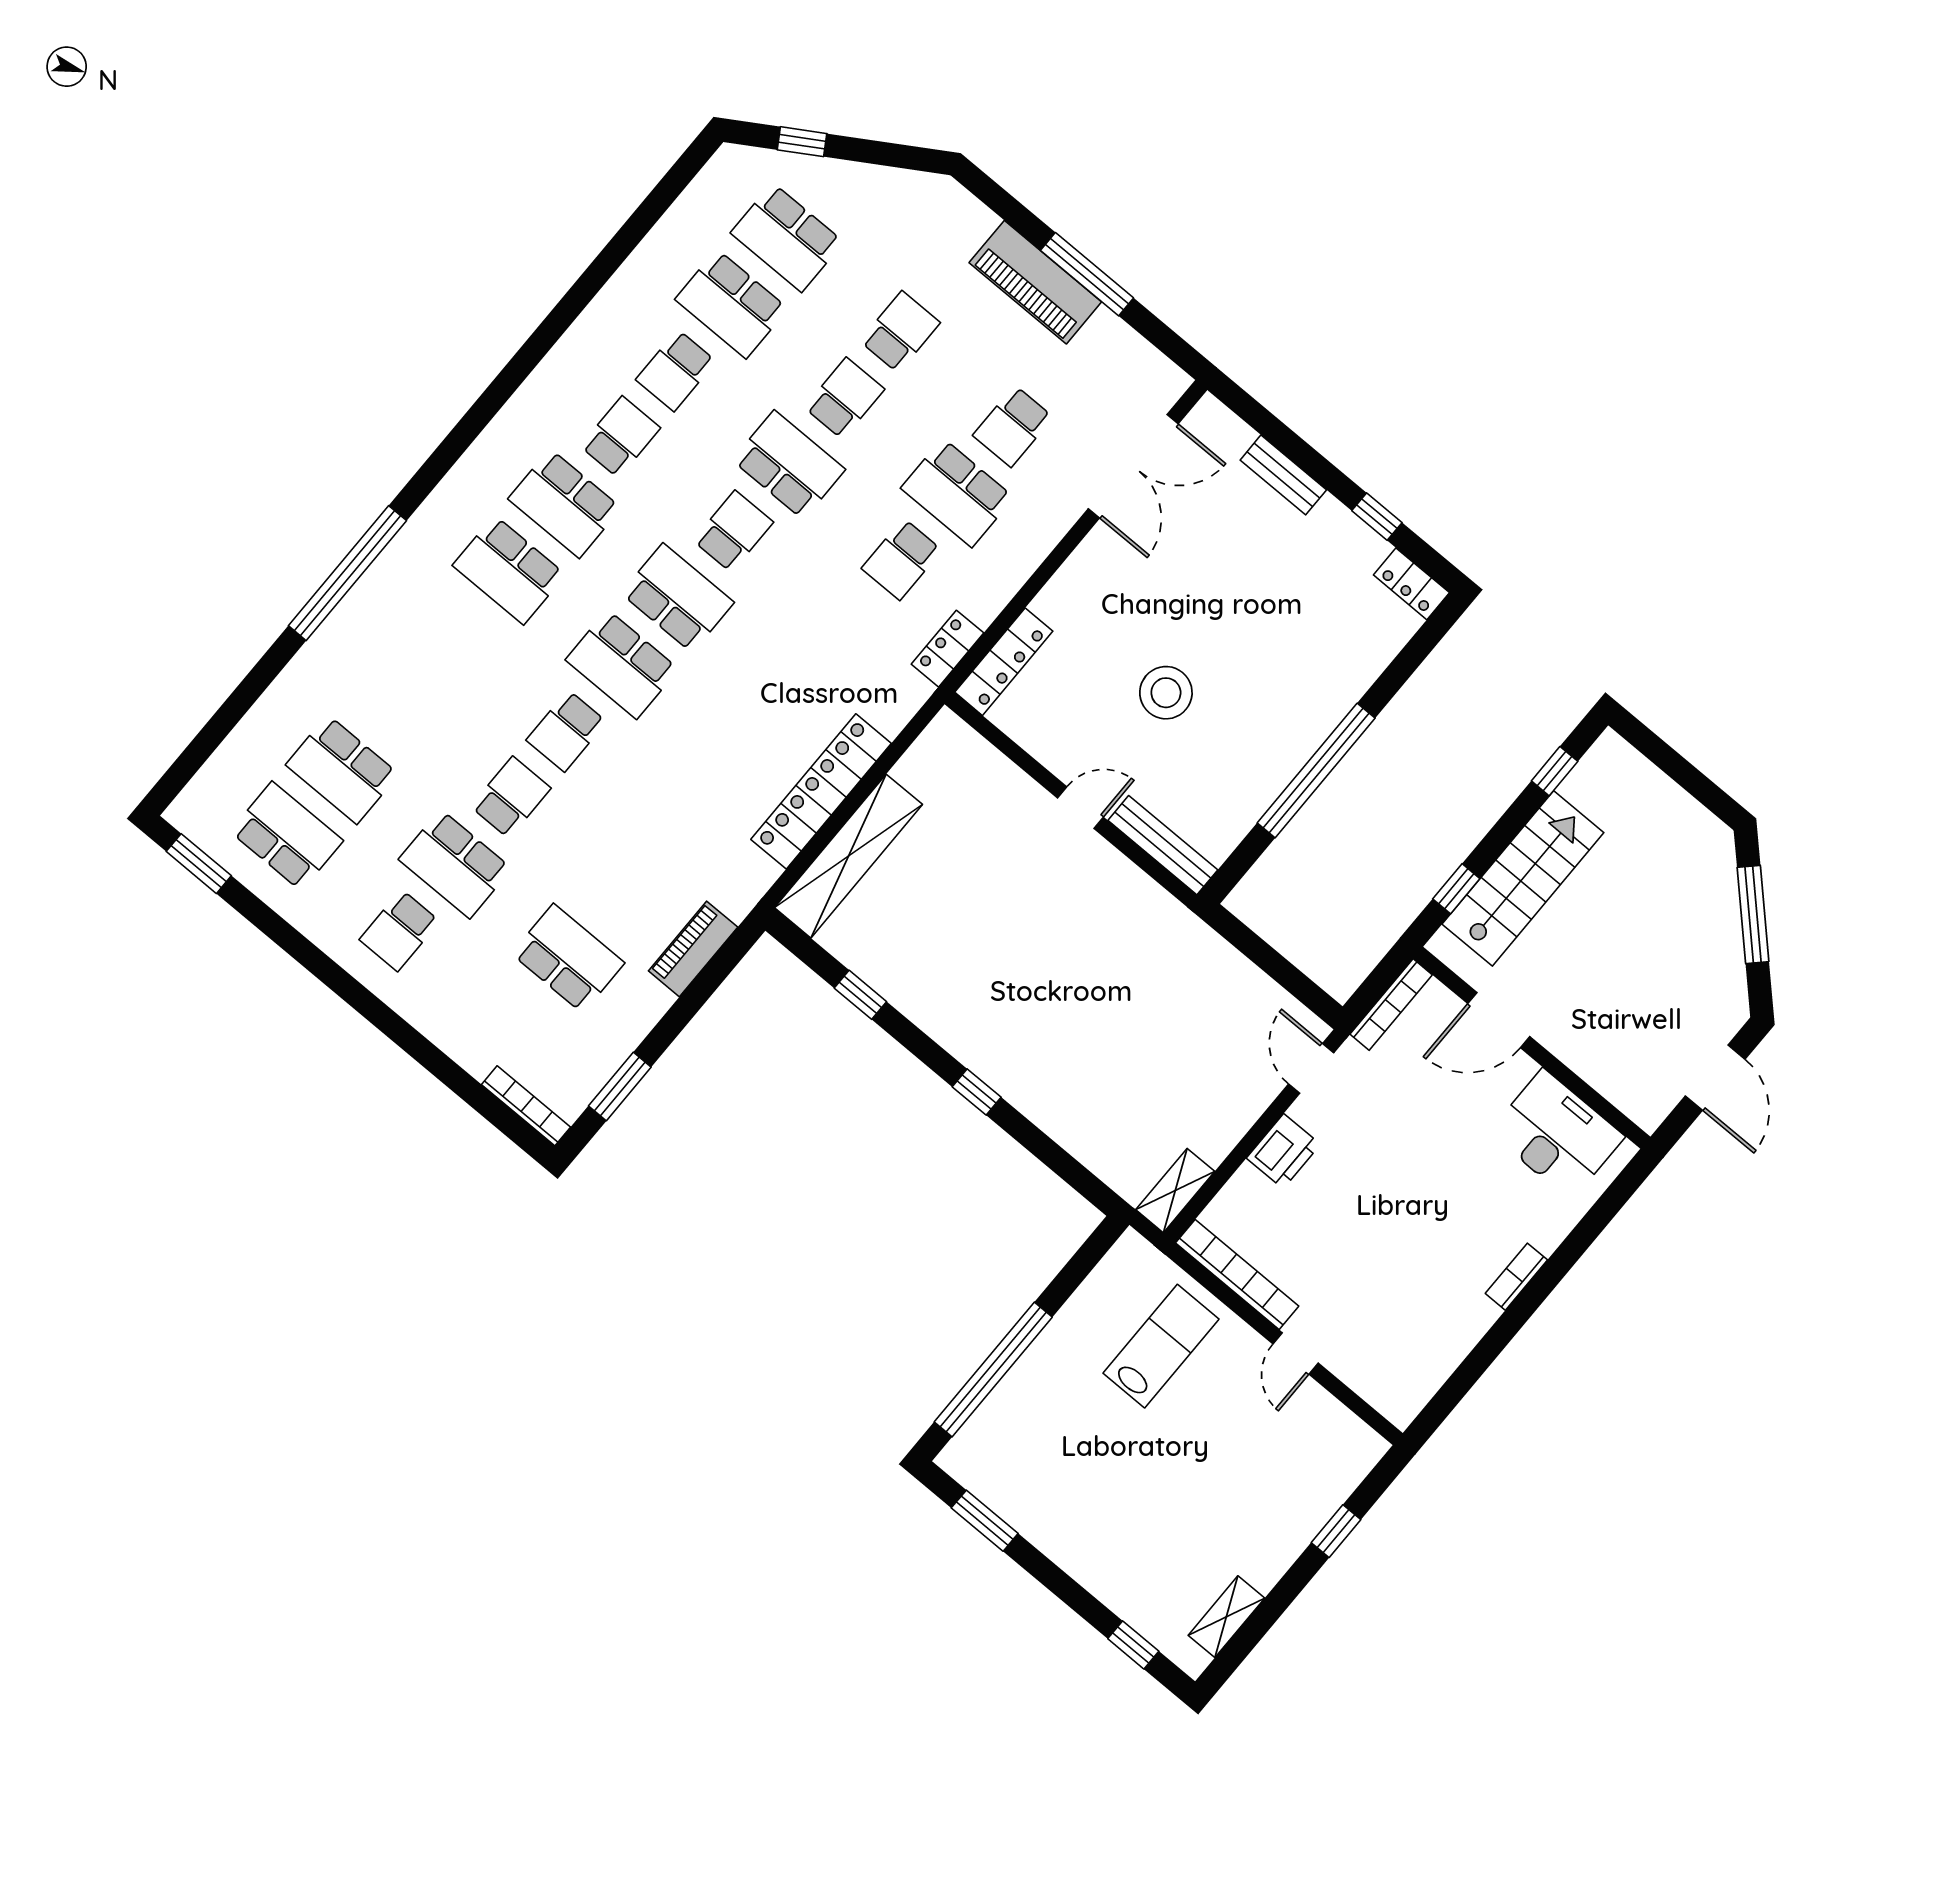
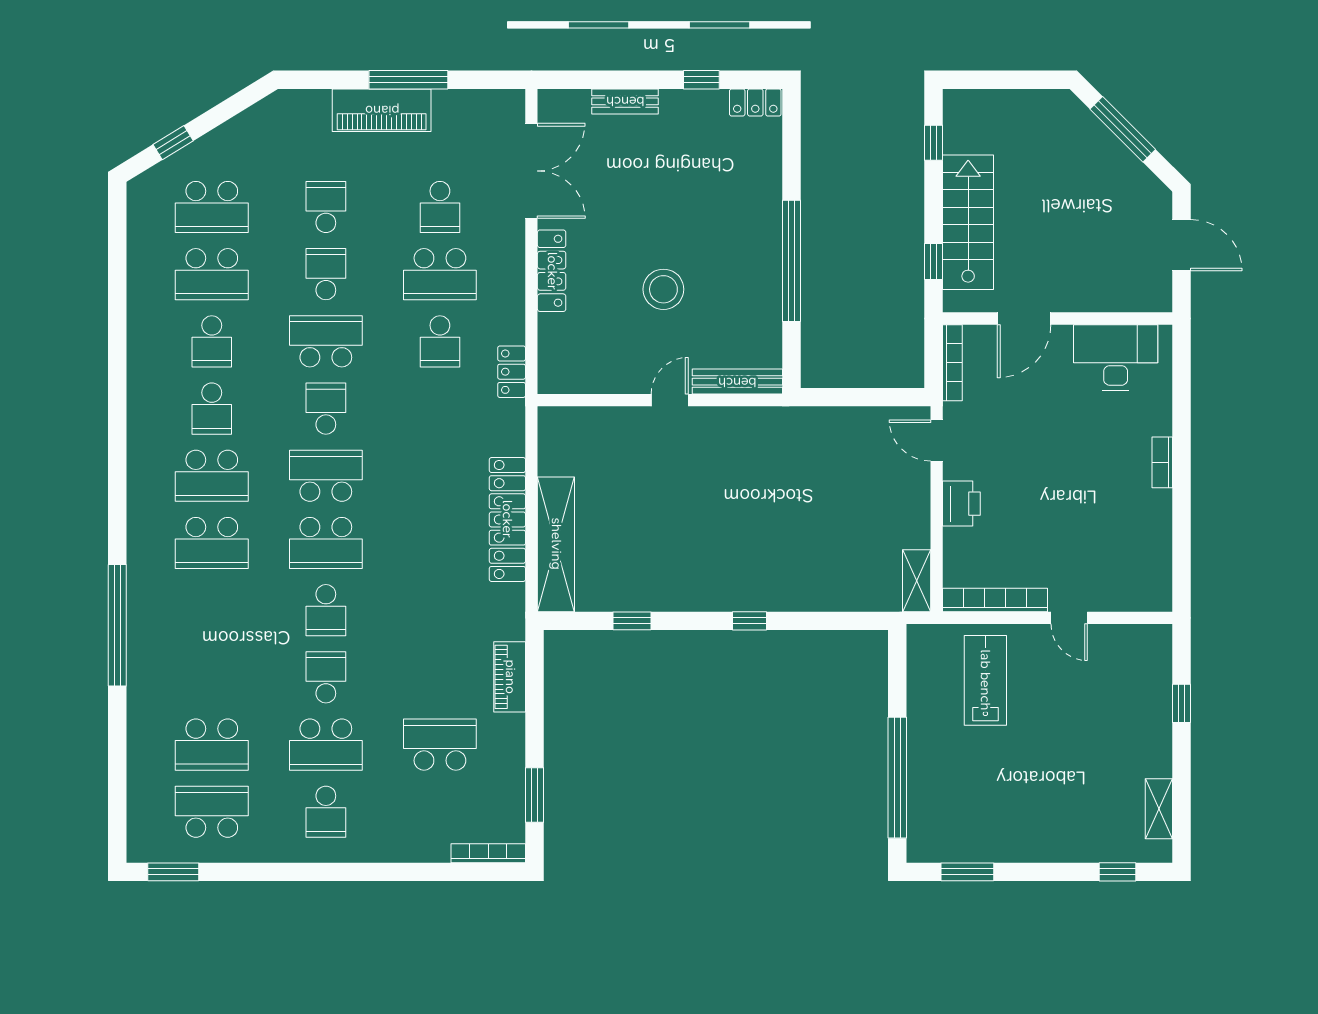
school desk: (620, 437) -> (212, 409), turned 180
locker: (1004, 662) -> (552, 271), moved

